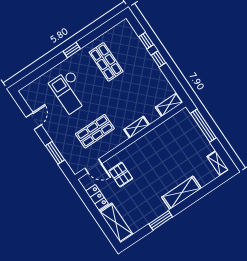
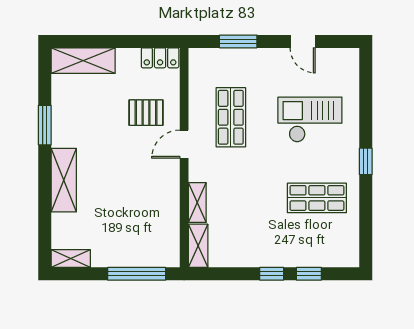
shelving: (137, 127) -> (197, 203), moved
door: (93, 166) -> (184, 144), moved
locker: (97, 197) -> (160, 58), moved

